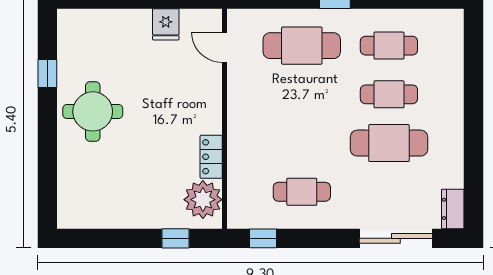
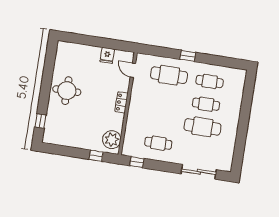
window: (47, 74) -> (40, 121), moved
locker: (211, 157) -> (121, 102), moved
dresser: (453, 209) -> (227, 162), removed

